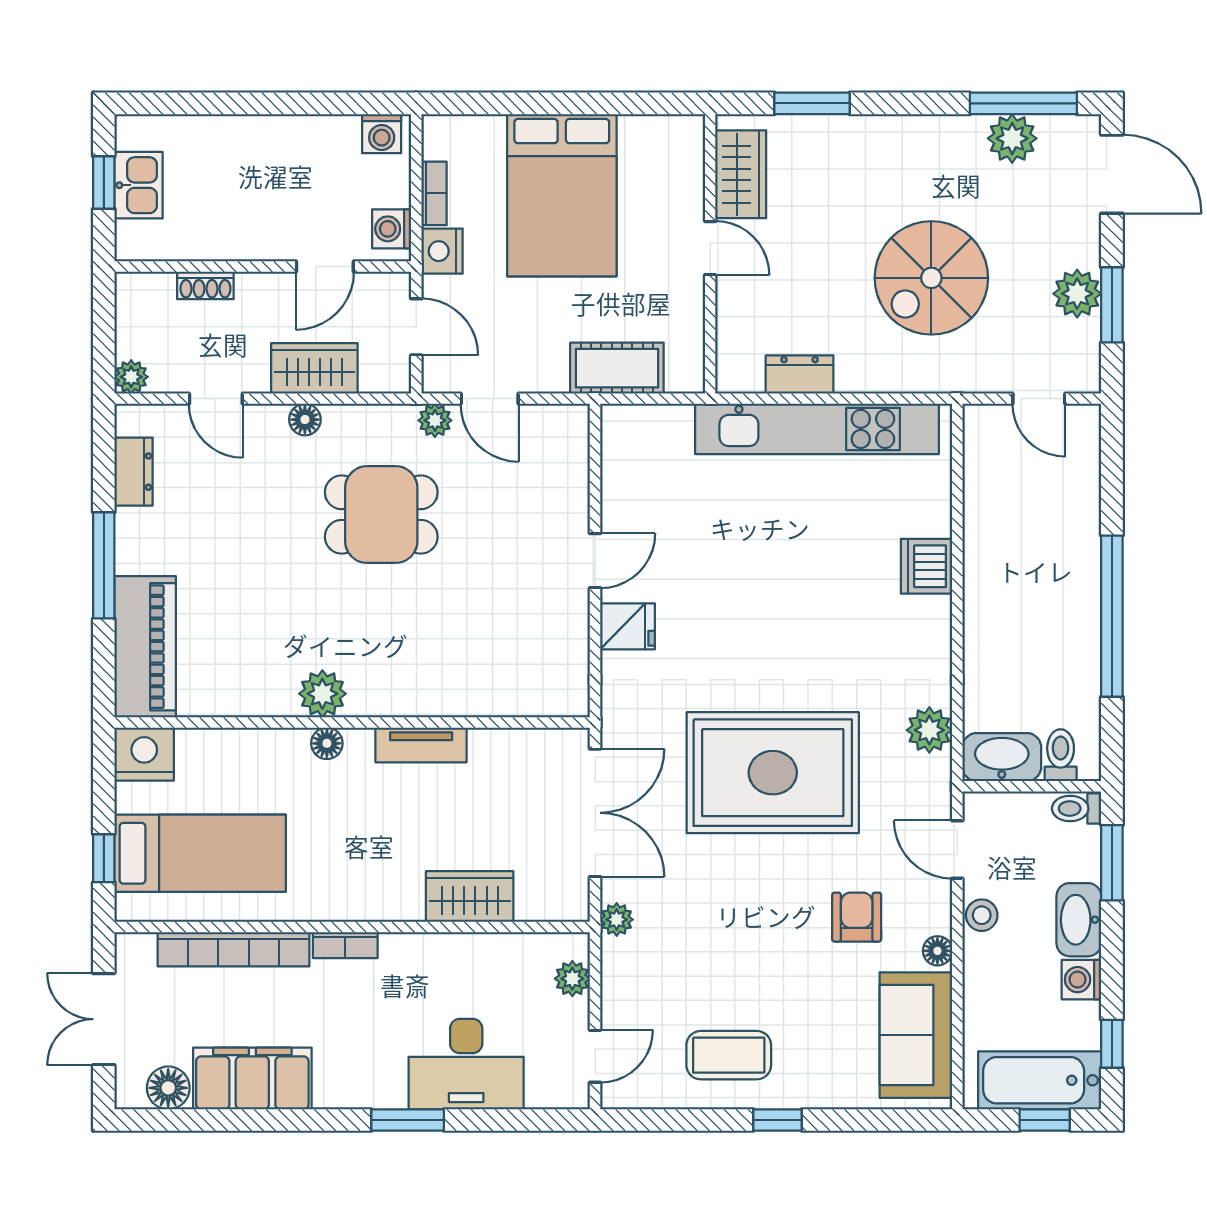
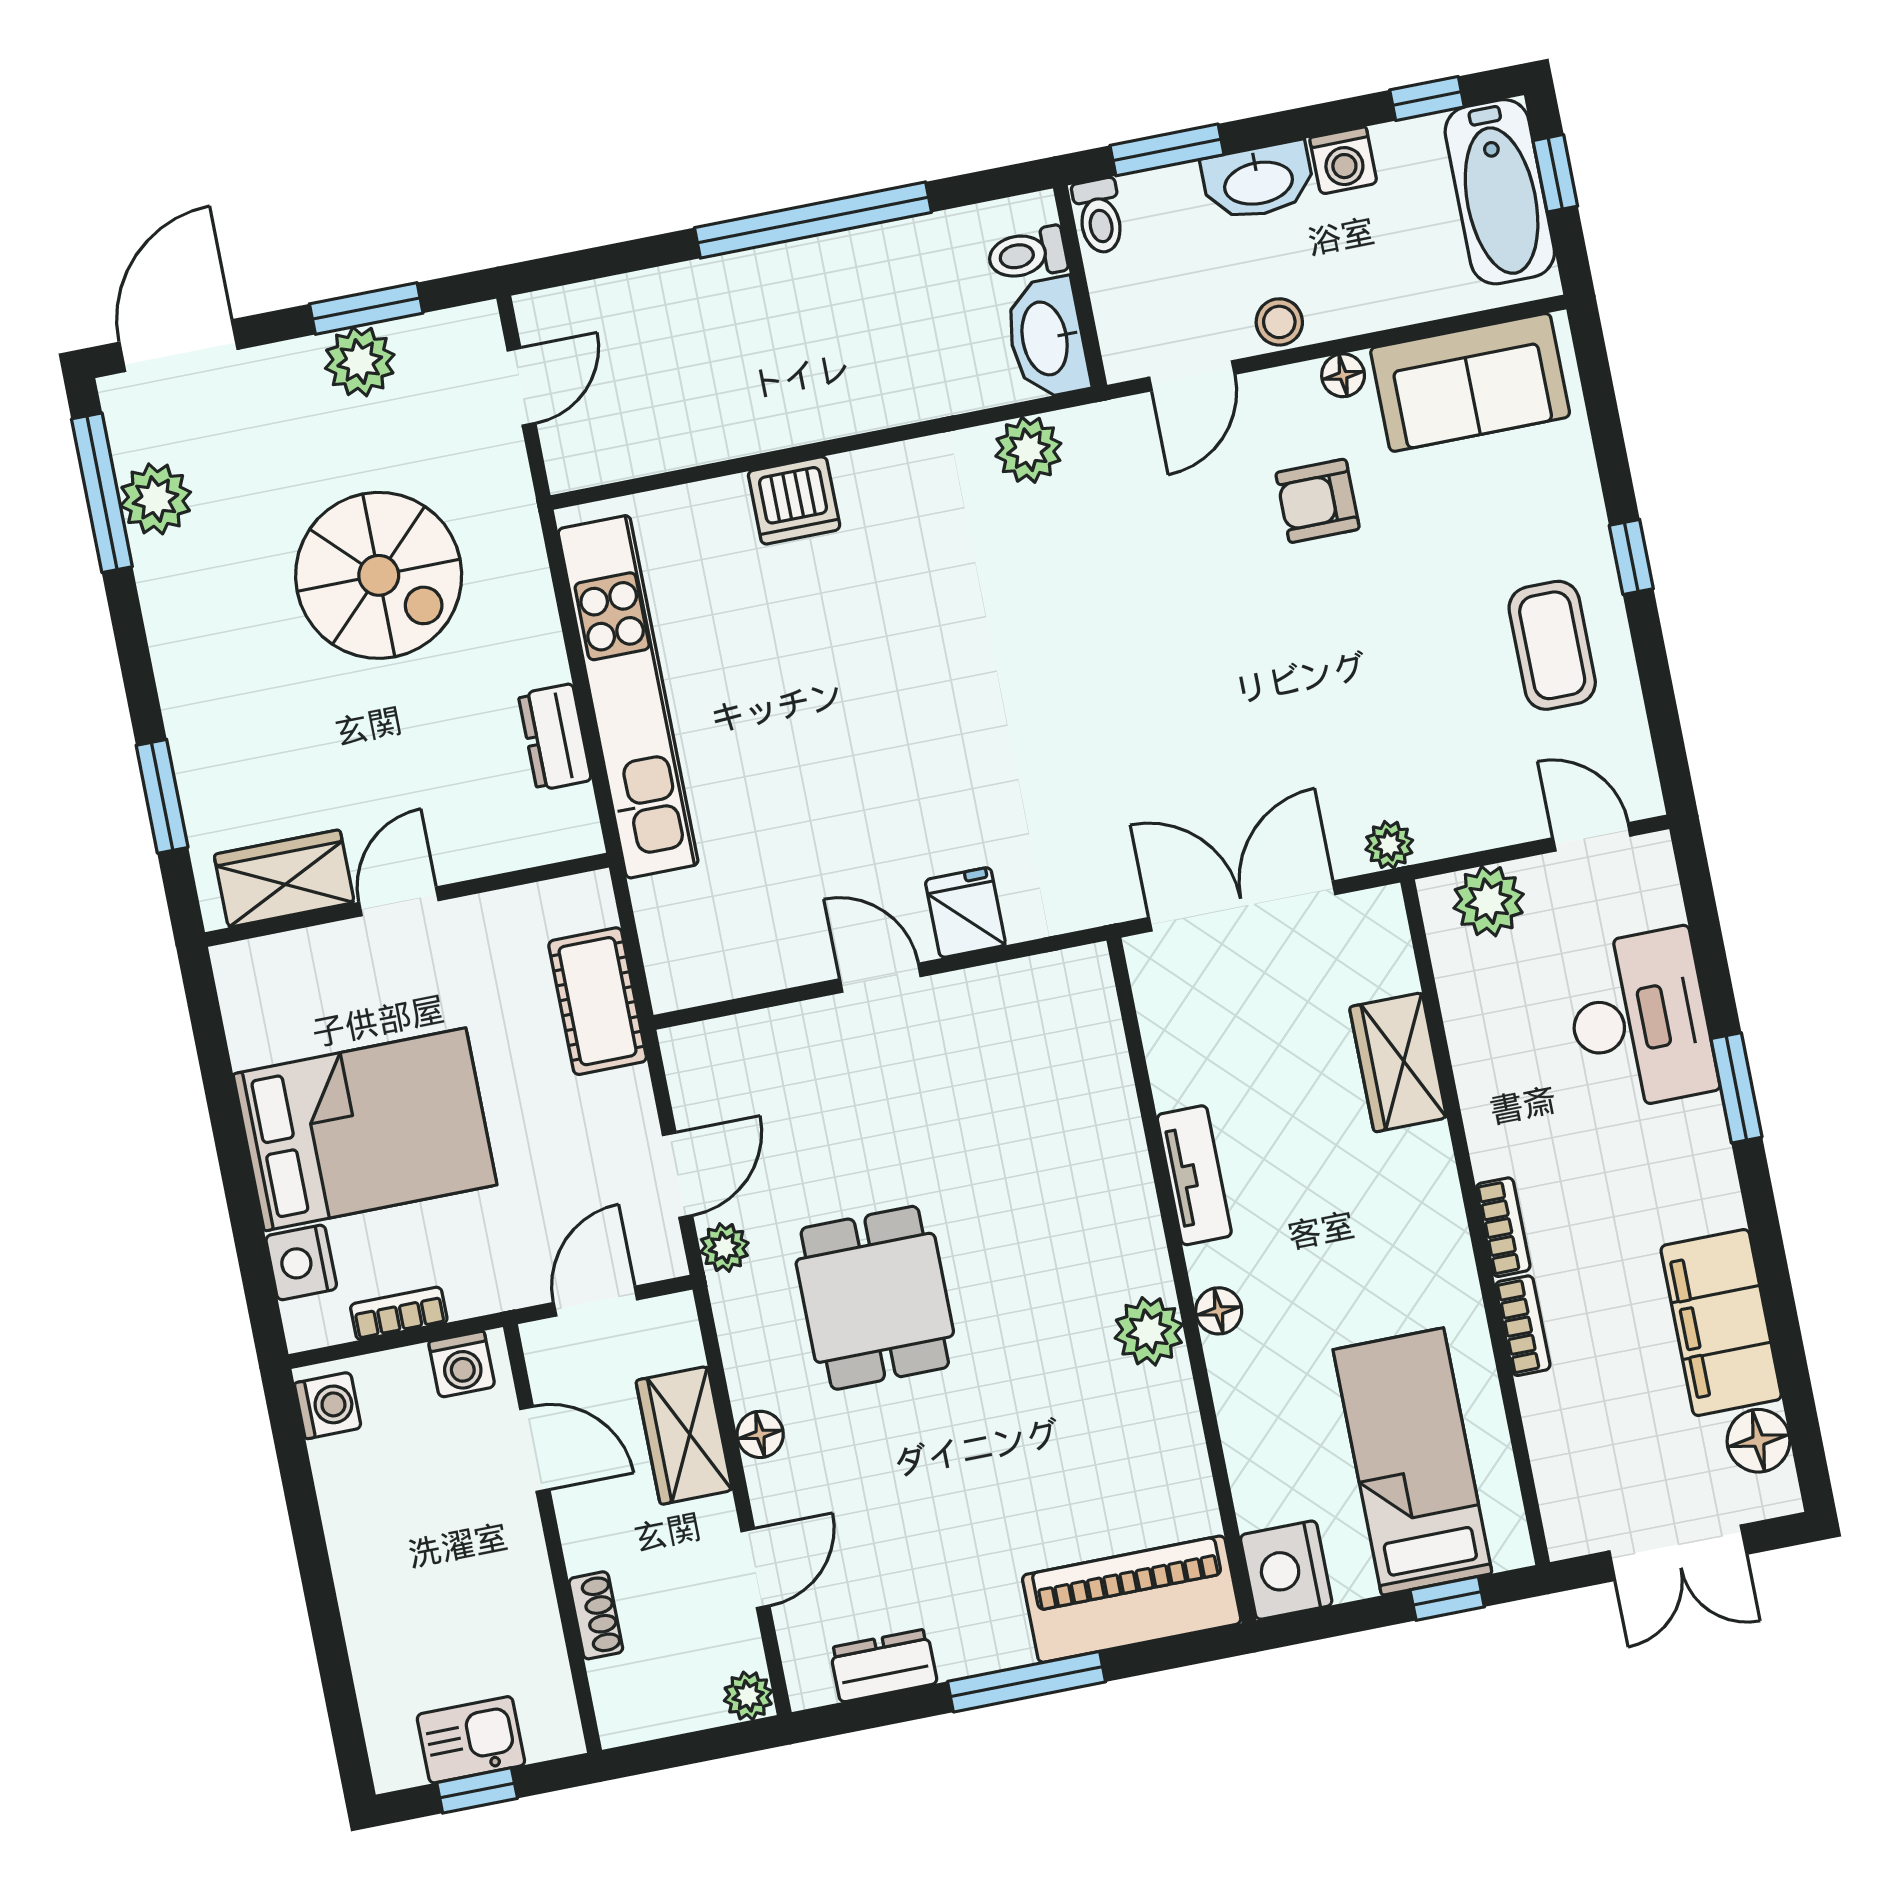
nightstand: (442, 251) -> (301, 1262), moved, turned 90
rug: (773, 773) -> (1134, 662), removed
bookcase: (234, 949) -> (1523, 1326), width x0.43, depth x0.76
plant: (572, 979) -> (1489, 901), width x1.38, depth x1.38

